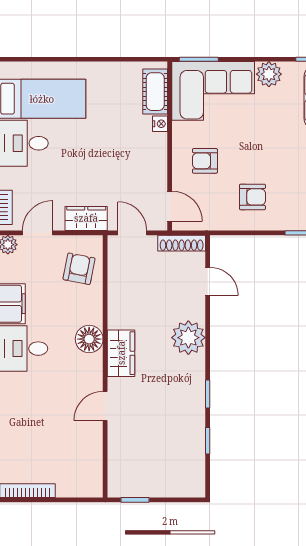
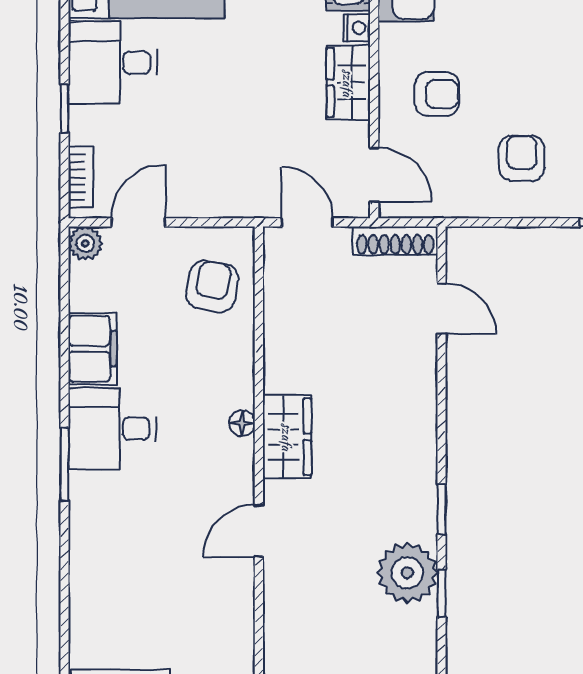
armchair: (205, 161) -> (437, 94), turned 180
armchair: (252, 197) -> (522, 158), turned -90
wardrobe: (86, 218) -> (348, 83), moved, turned -90
plant: (188, 338) -> (407, 573), moved
floor lamp: (89, 339) -> (242, 423), width x0.53, depth x0.53

